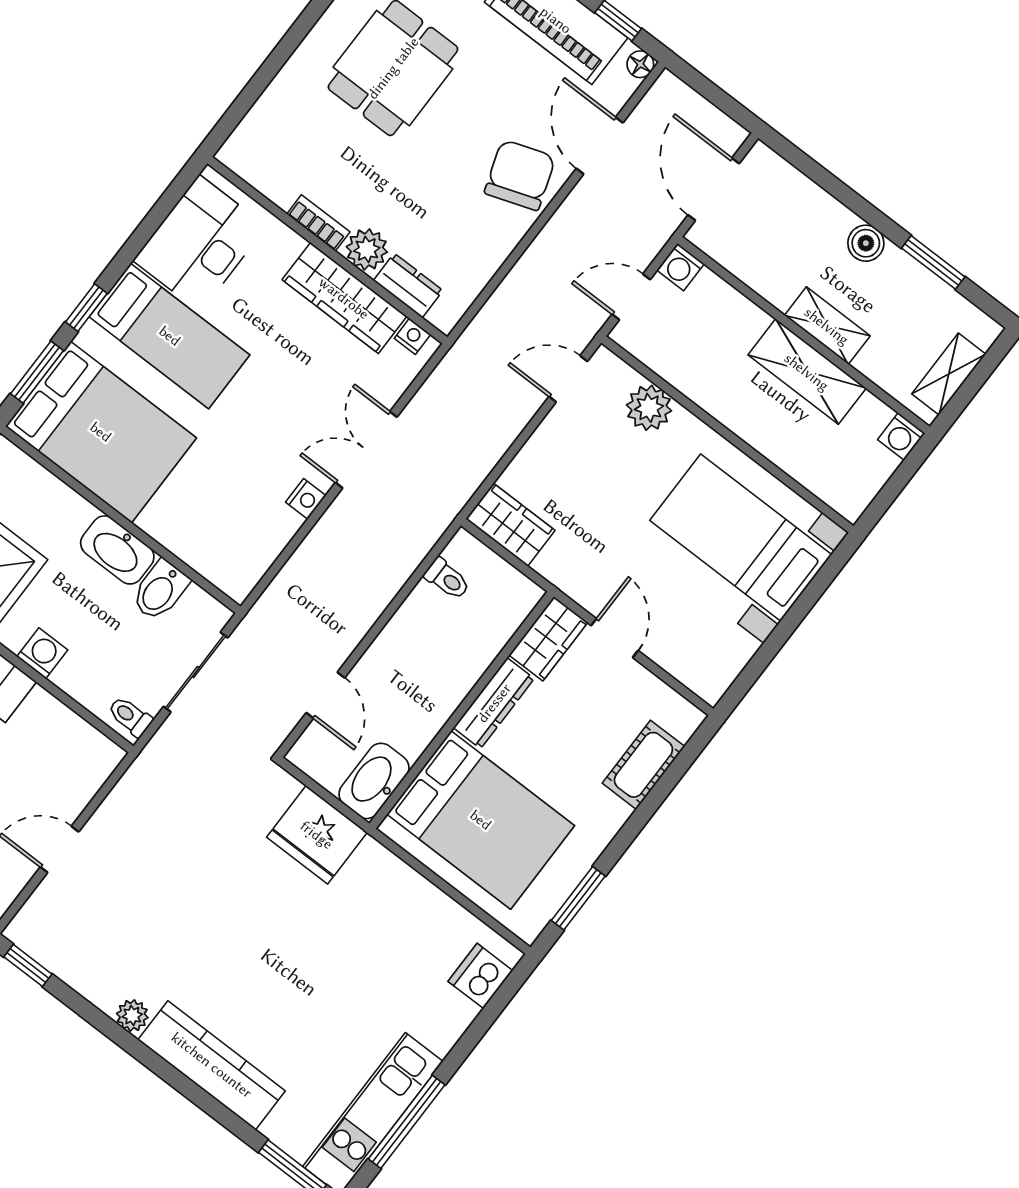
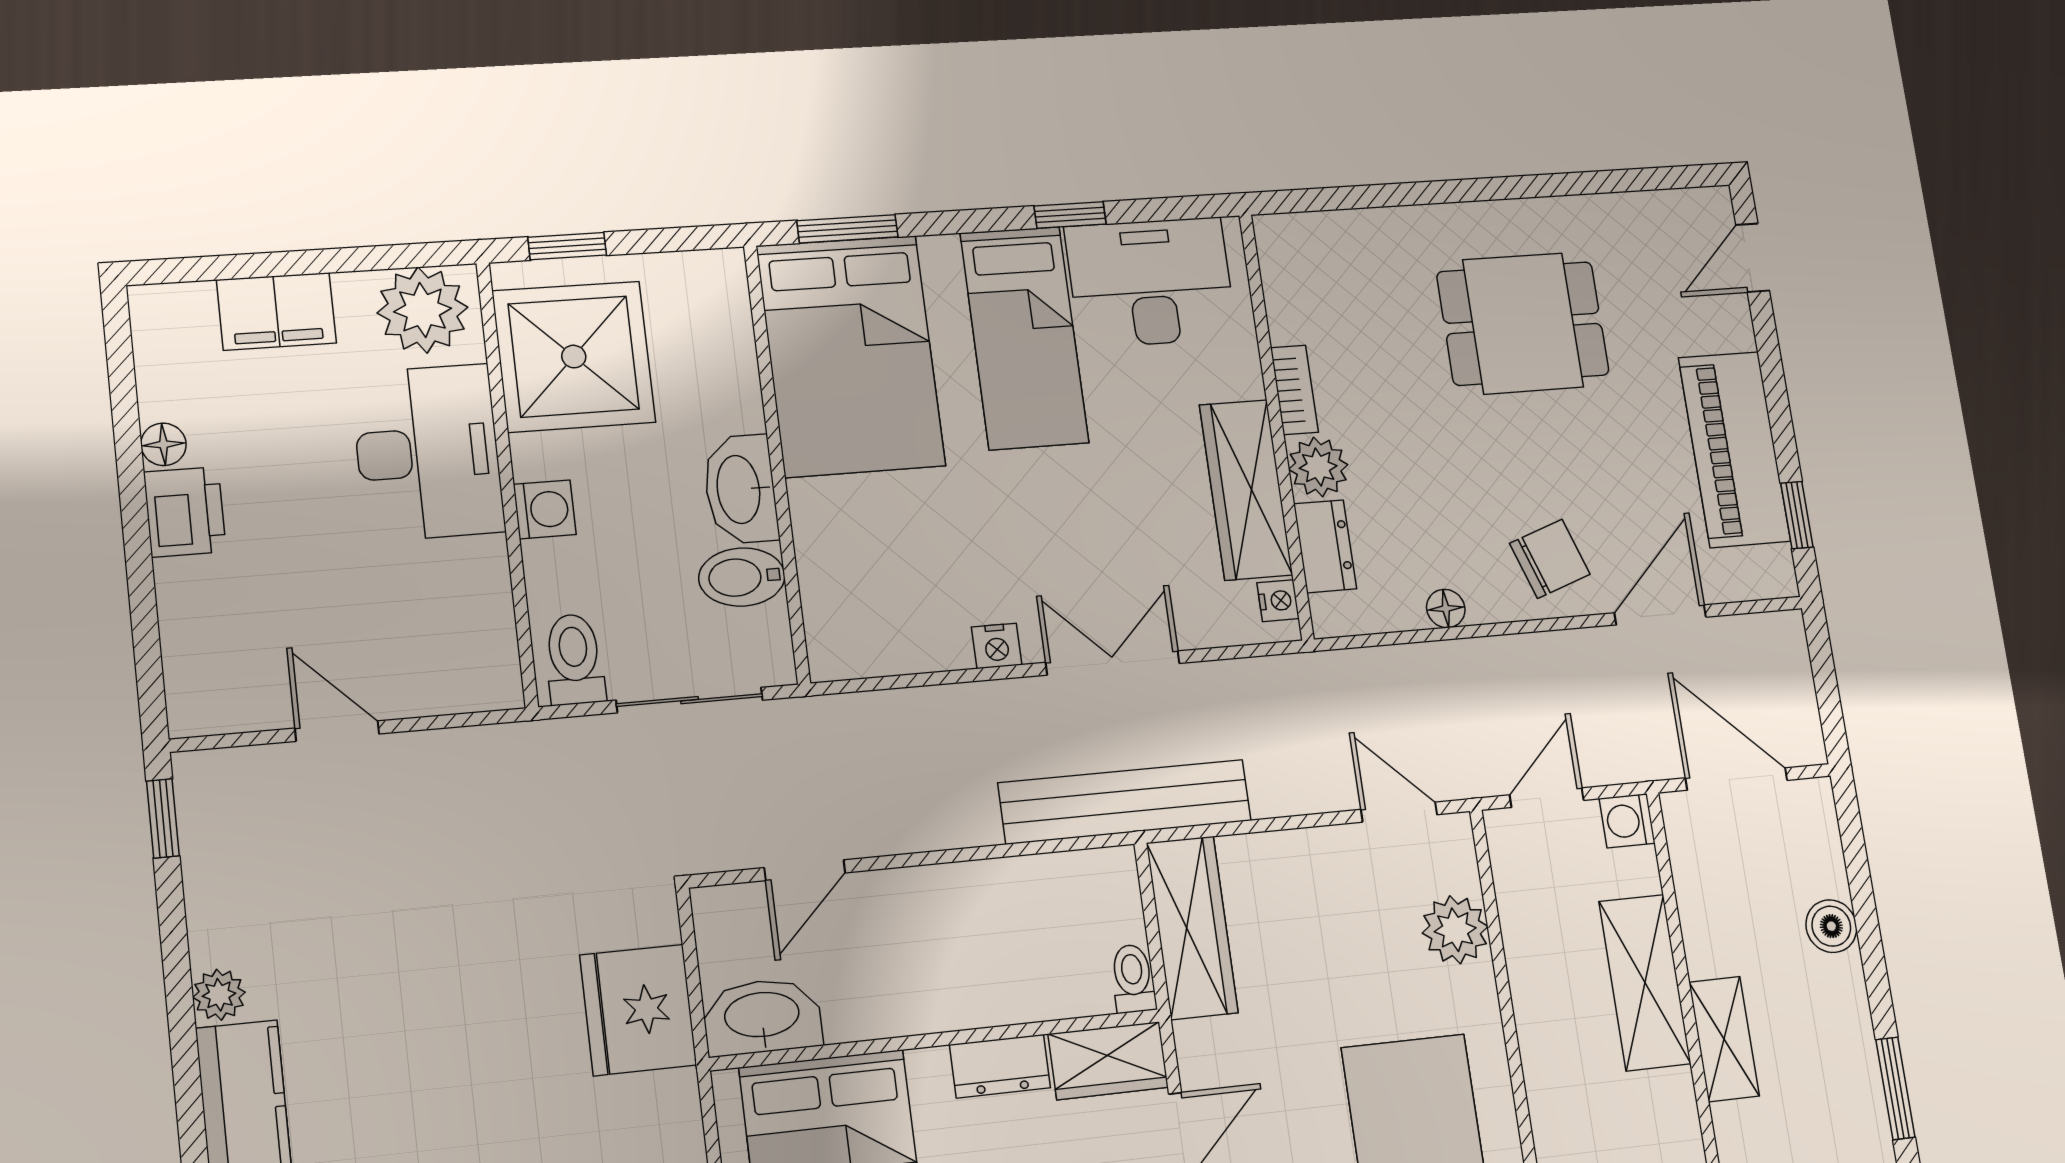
floor lamp: (640, 64) -> (1446, 608), moved
chair: (520, 175) -> (1550, 559), width x0.73, depth x0.73
door: (714, 189) -> (1736, 779), hinge flipped
boiler: (866, 243) -> (1831, 926), moved
door: (631, 297) -> (1547, 798), hinge flipped
window: (86, 308) -> (1070, 215), moved
shelving: (807, 372) -> (1645, 982), moved
bench: (437, 510) -> (1125, 802), added
wardrobe: (510, 525) -> (1192, 928), width x1.50
toilet: (447, 579) -> (1133, 979), moved, turned 180
dresser: (494, 703) -> (1000, 1066), width x0.70
toilet: (130, 716) -> (574, 659), width x1.37, depth x1.39

